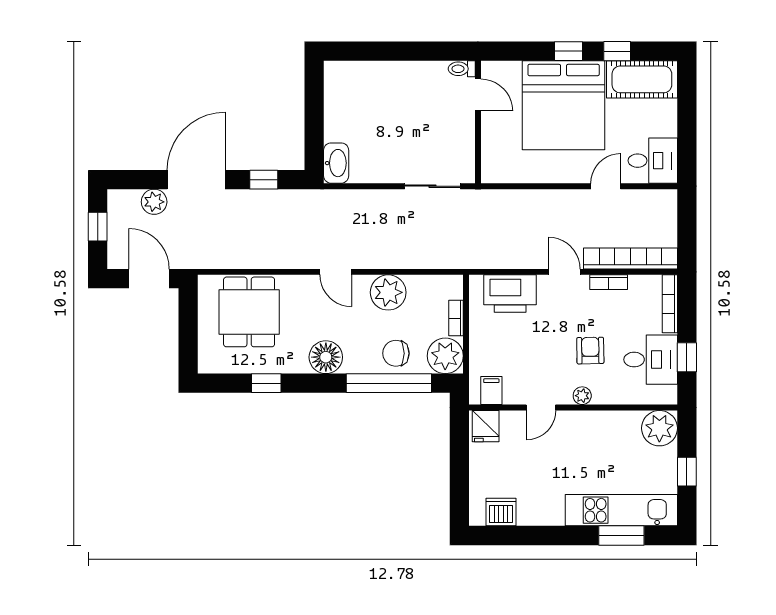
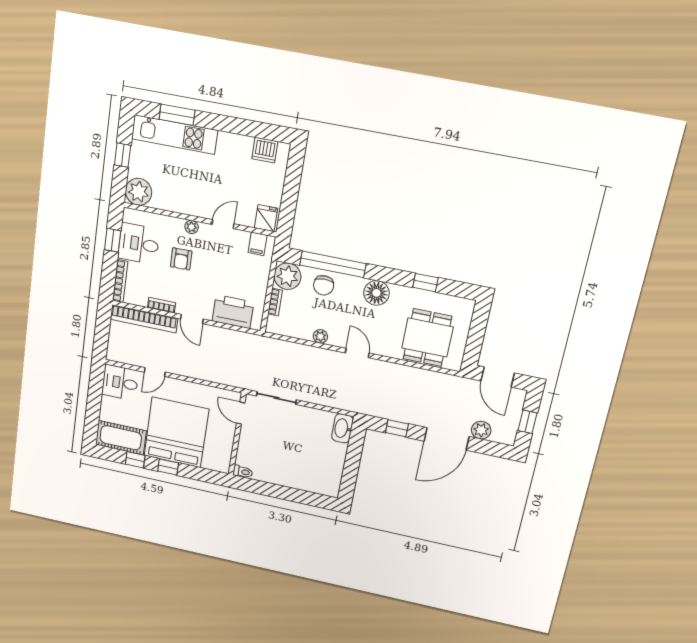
door: (478, 95) -> (241, 413), moved
plant: (388, 292) -> (320, 336), width x0.53, depth x0.53
chair: (396, 353) -> (324, 285), turned 90

